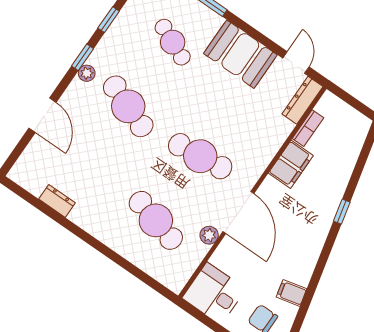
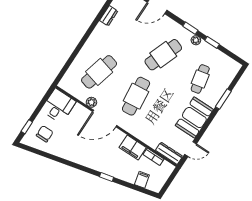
cafe table: (173, 42) -> (200, 79), turned -36
plant: (87, 73) -> (196, 40), moved
filing cabinet: (291, 293) -> (142, 180), moved

